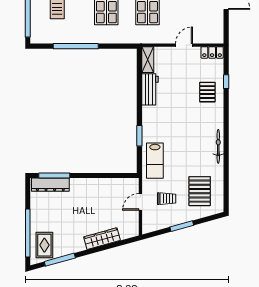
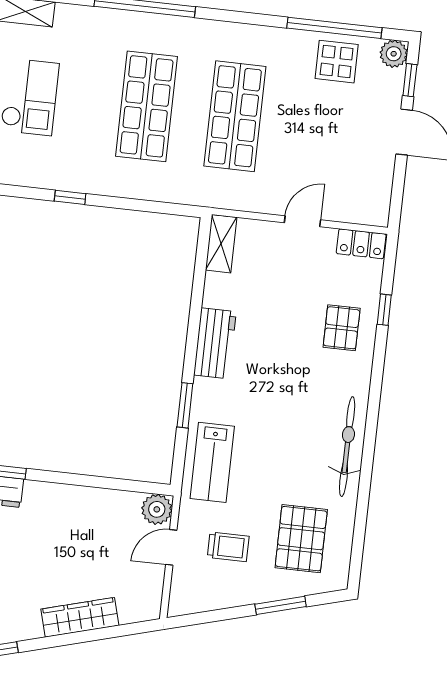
window: (76, 46) -> (70, 197), width x0.32
workbench: (150, 89) -> (215, 343), moved
bicycle: (218, 146) -> (347, 447), width x1.37, depth x1.40
plant: (132, 185) -> (157, 509), added
window: (182, 226) -> (281, 605), moved

